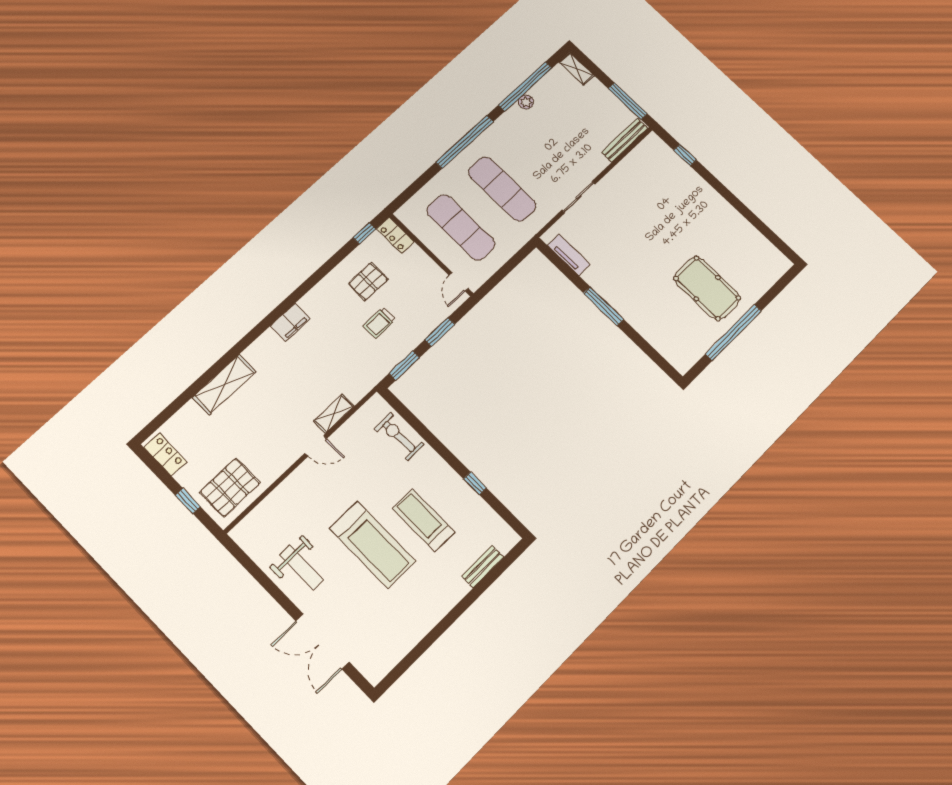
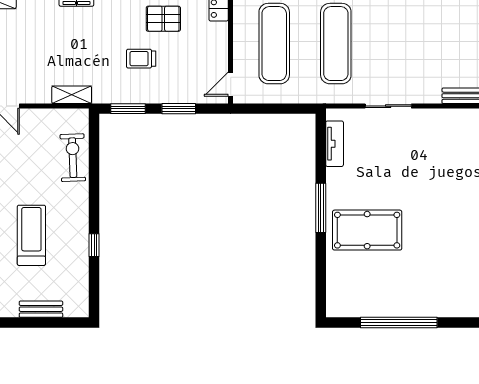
pool table: (707, 288) -> (367, 230), moved, turned 90
shelving: (334, 414) -> (72, 95), moved

